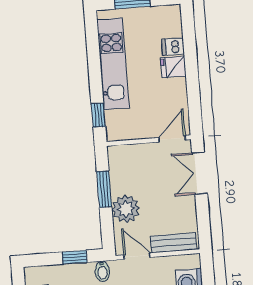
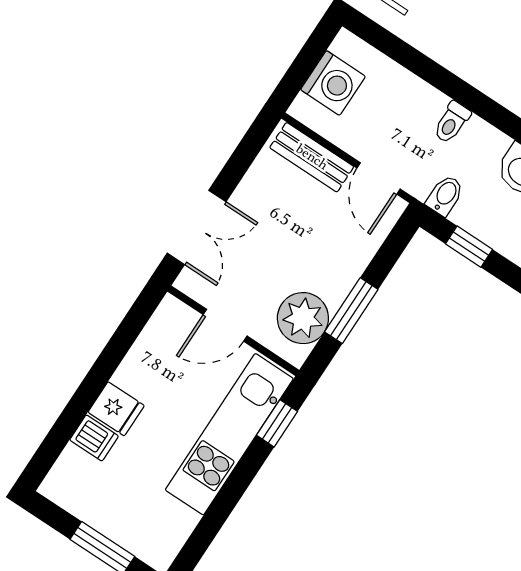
kitchen unit: (113, 64) -> (229, 434), moved
door: (172, 139) -> (225, 325), moved
plant: (126, 209) -> (303, 318), moved

